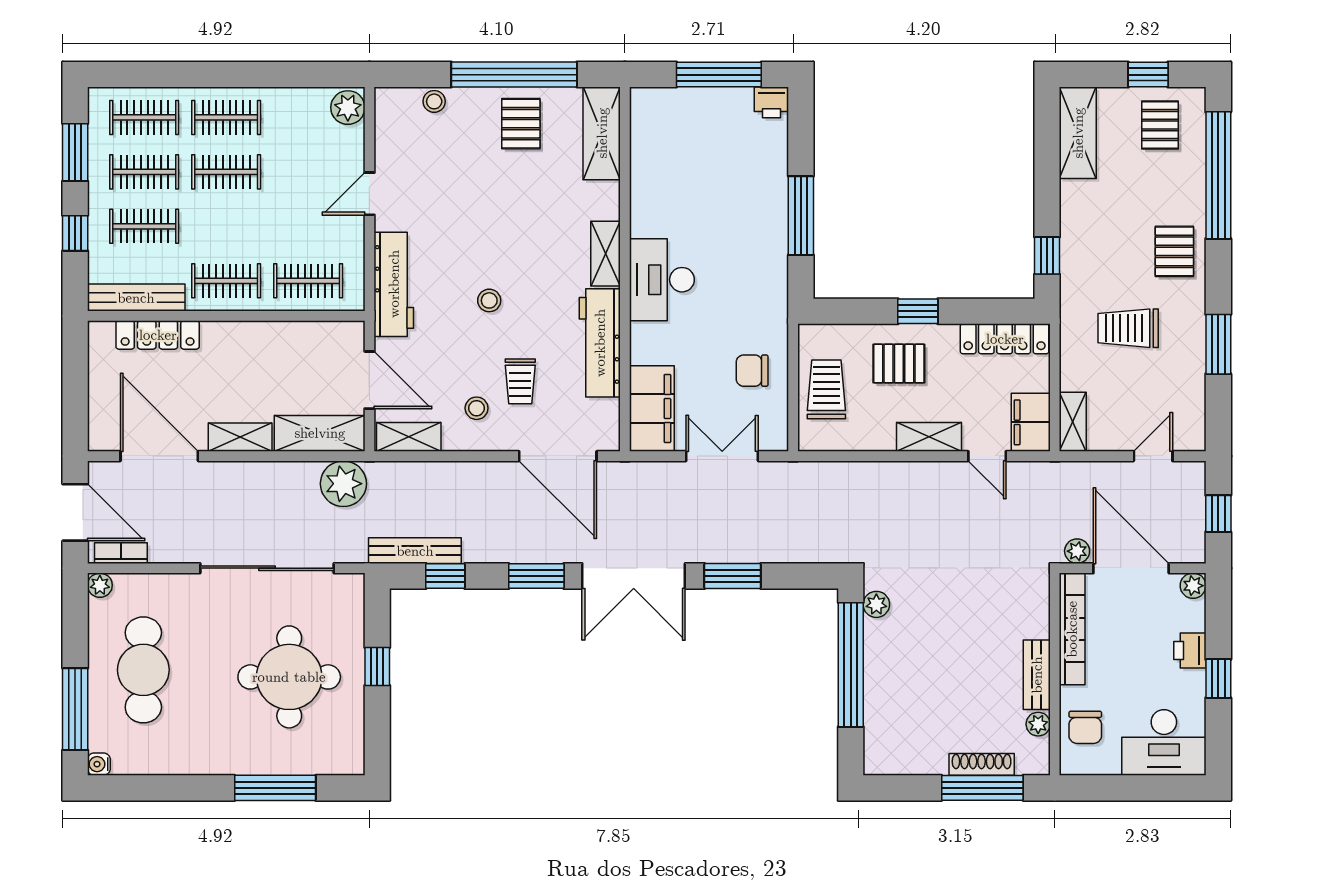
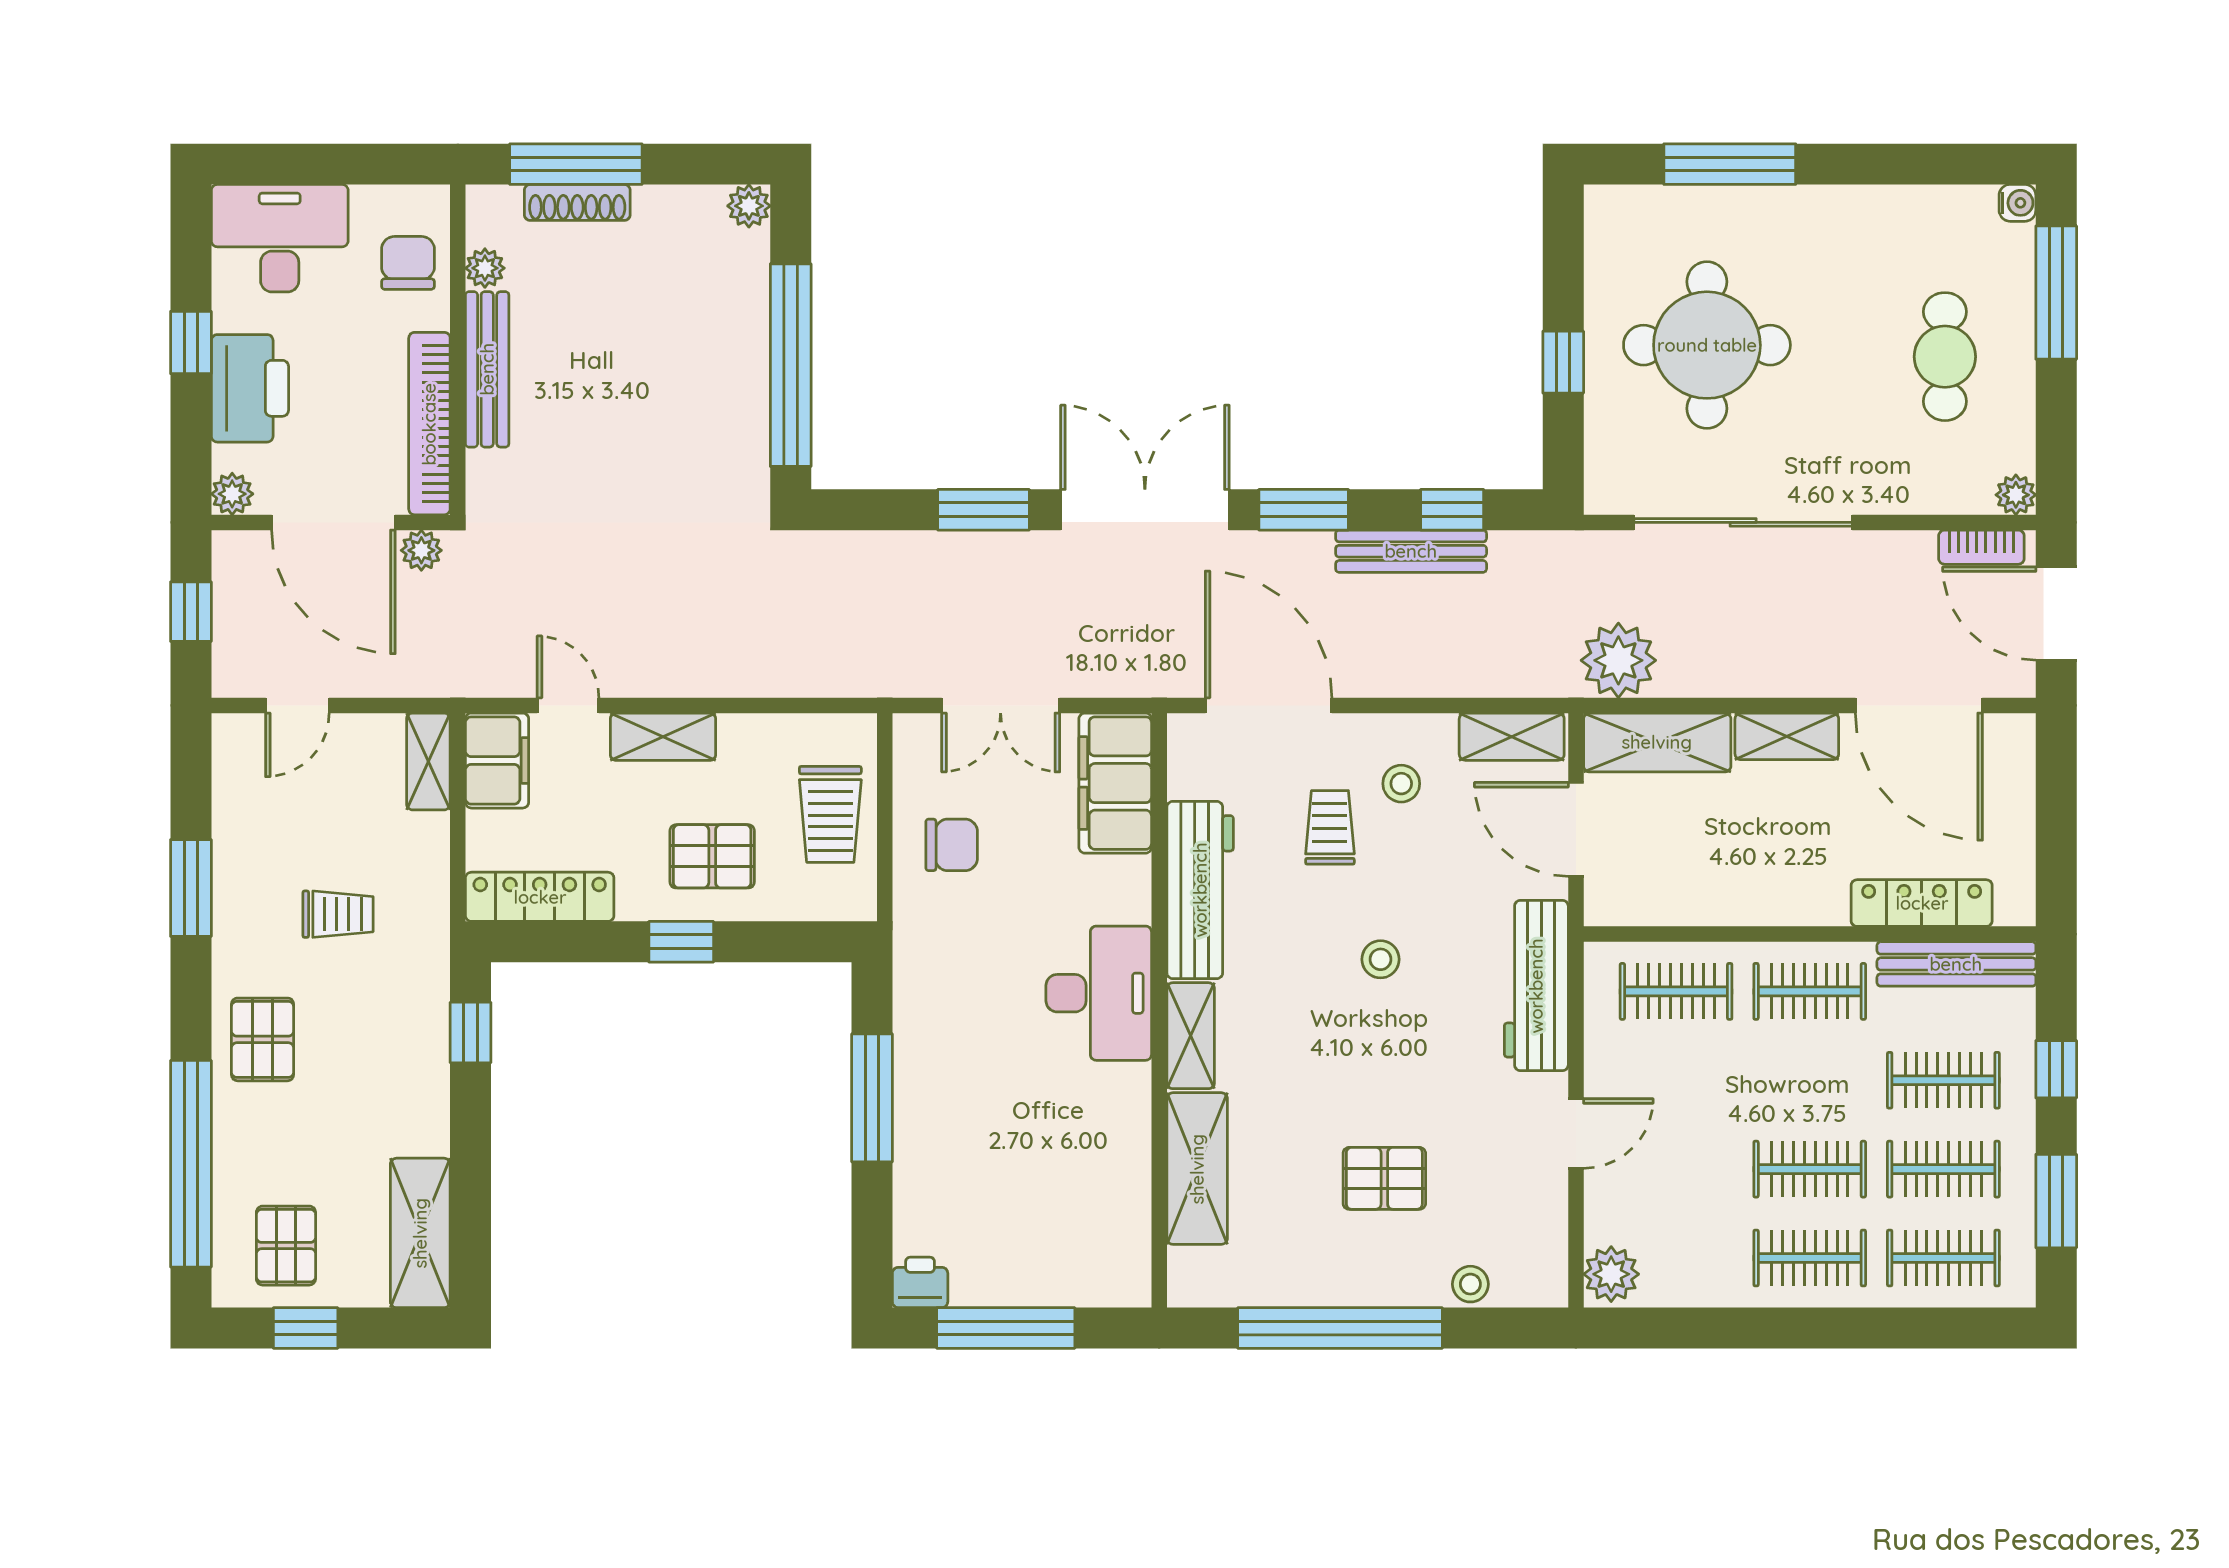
pallet: (521, 124) -> (1384, 1178), moved, turned 90
shelving: (602, 133) -> (1197, 1169), moved
trolley: (1128, 328) -> (338, 914), width x0.73, depth x0.72
bench: (415, 551) -> (1411, 551), moved
plant: (876, 604) -> (749, 206), moved
printer: (1190, 650) -> (250, 388), width x1.87, depth x1.48
cafe table: (143, 670) -> (1945, 357), width x0.73, depth x0.74
bench: (1037, 675) -> (487, 369), width x1.36

